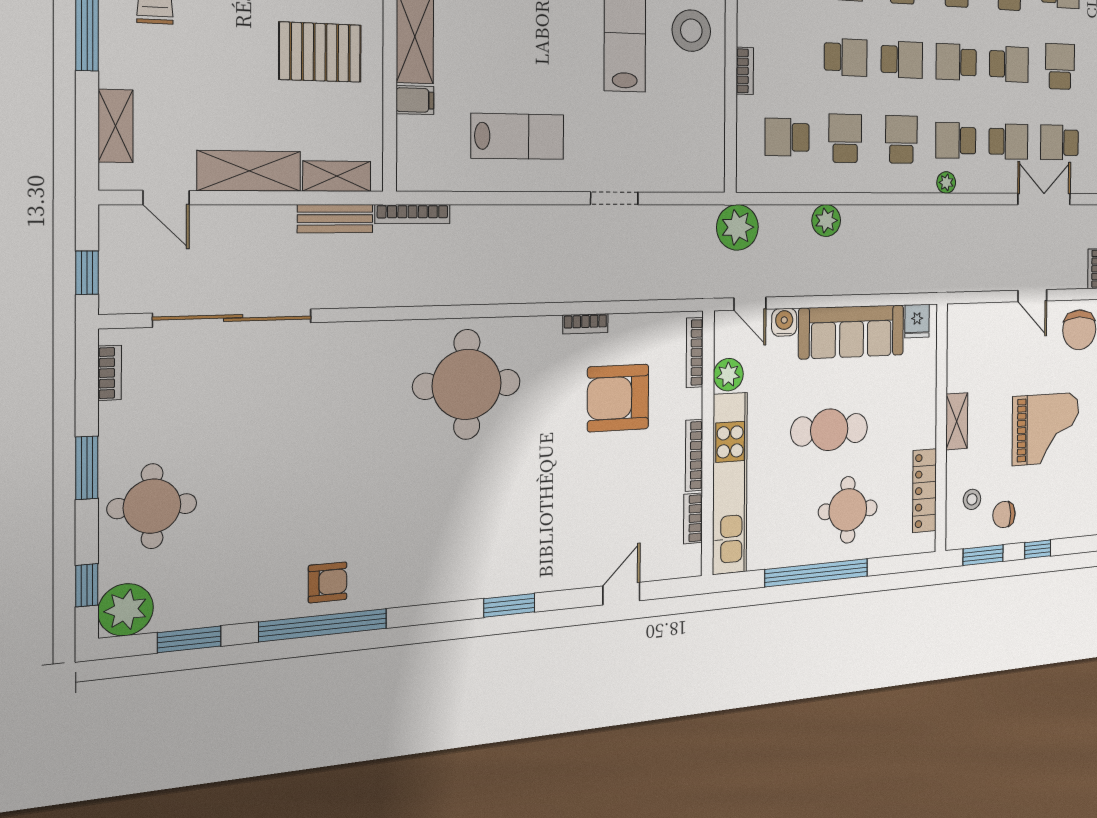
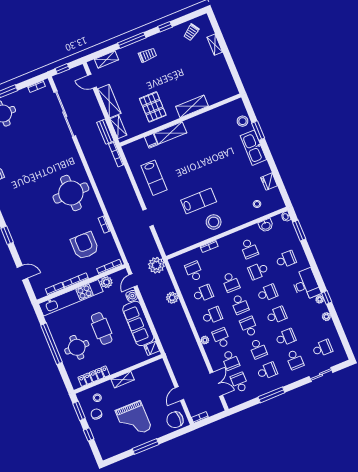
door: (166, 198) -> (92, 81), hinge flipped

